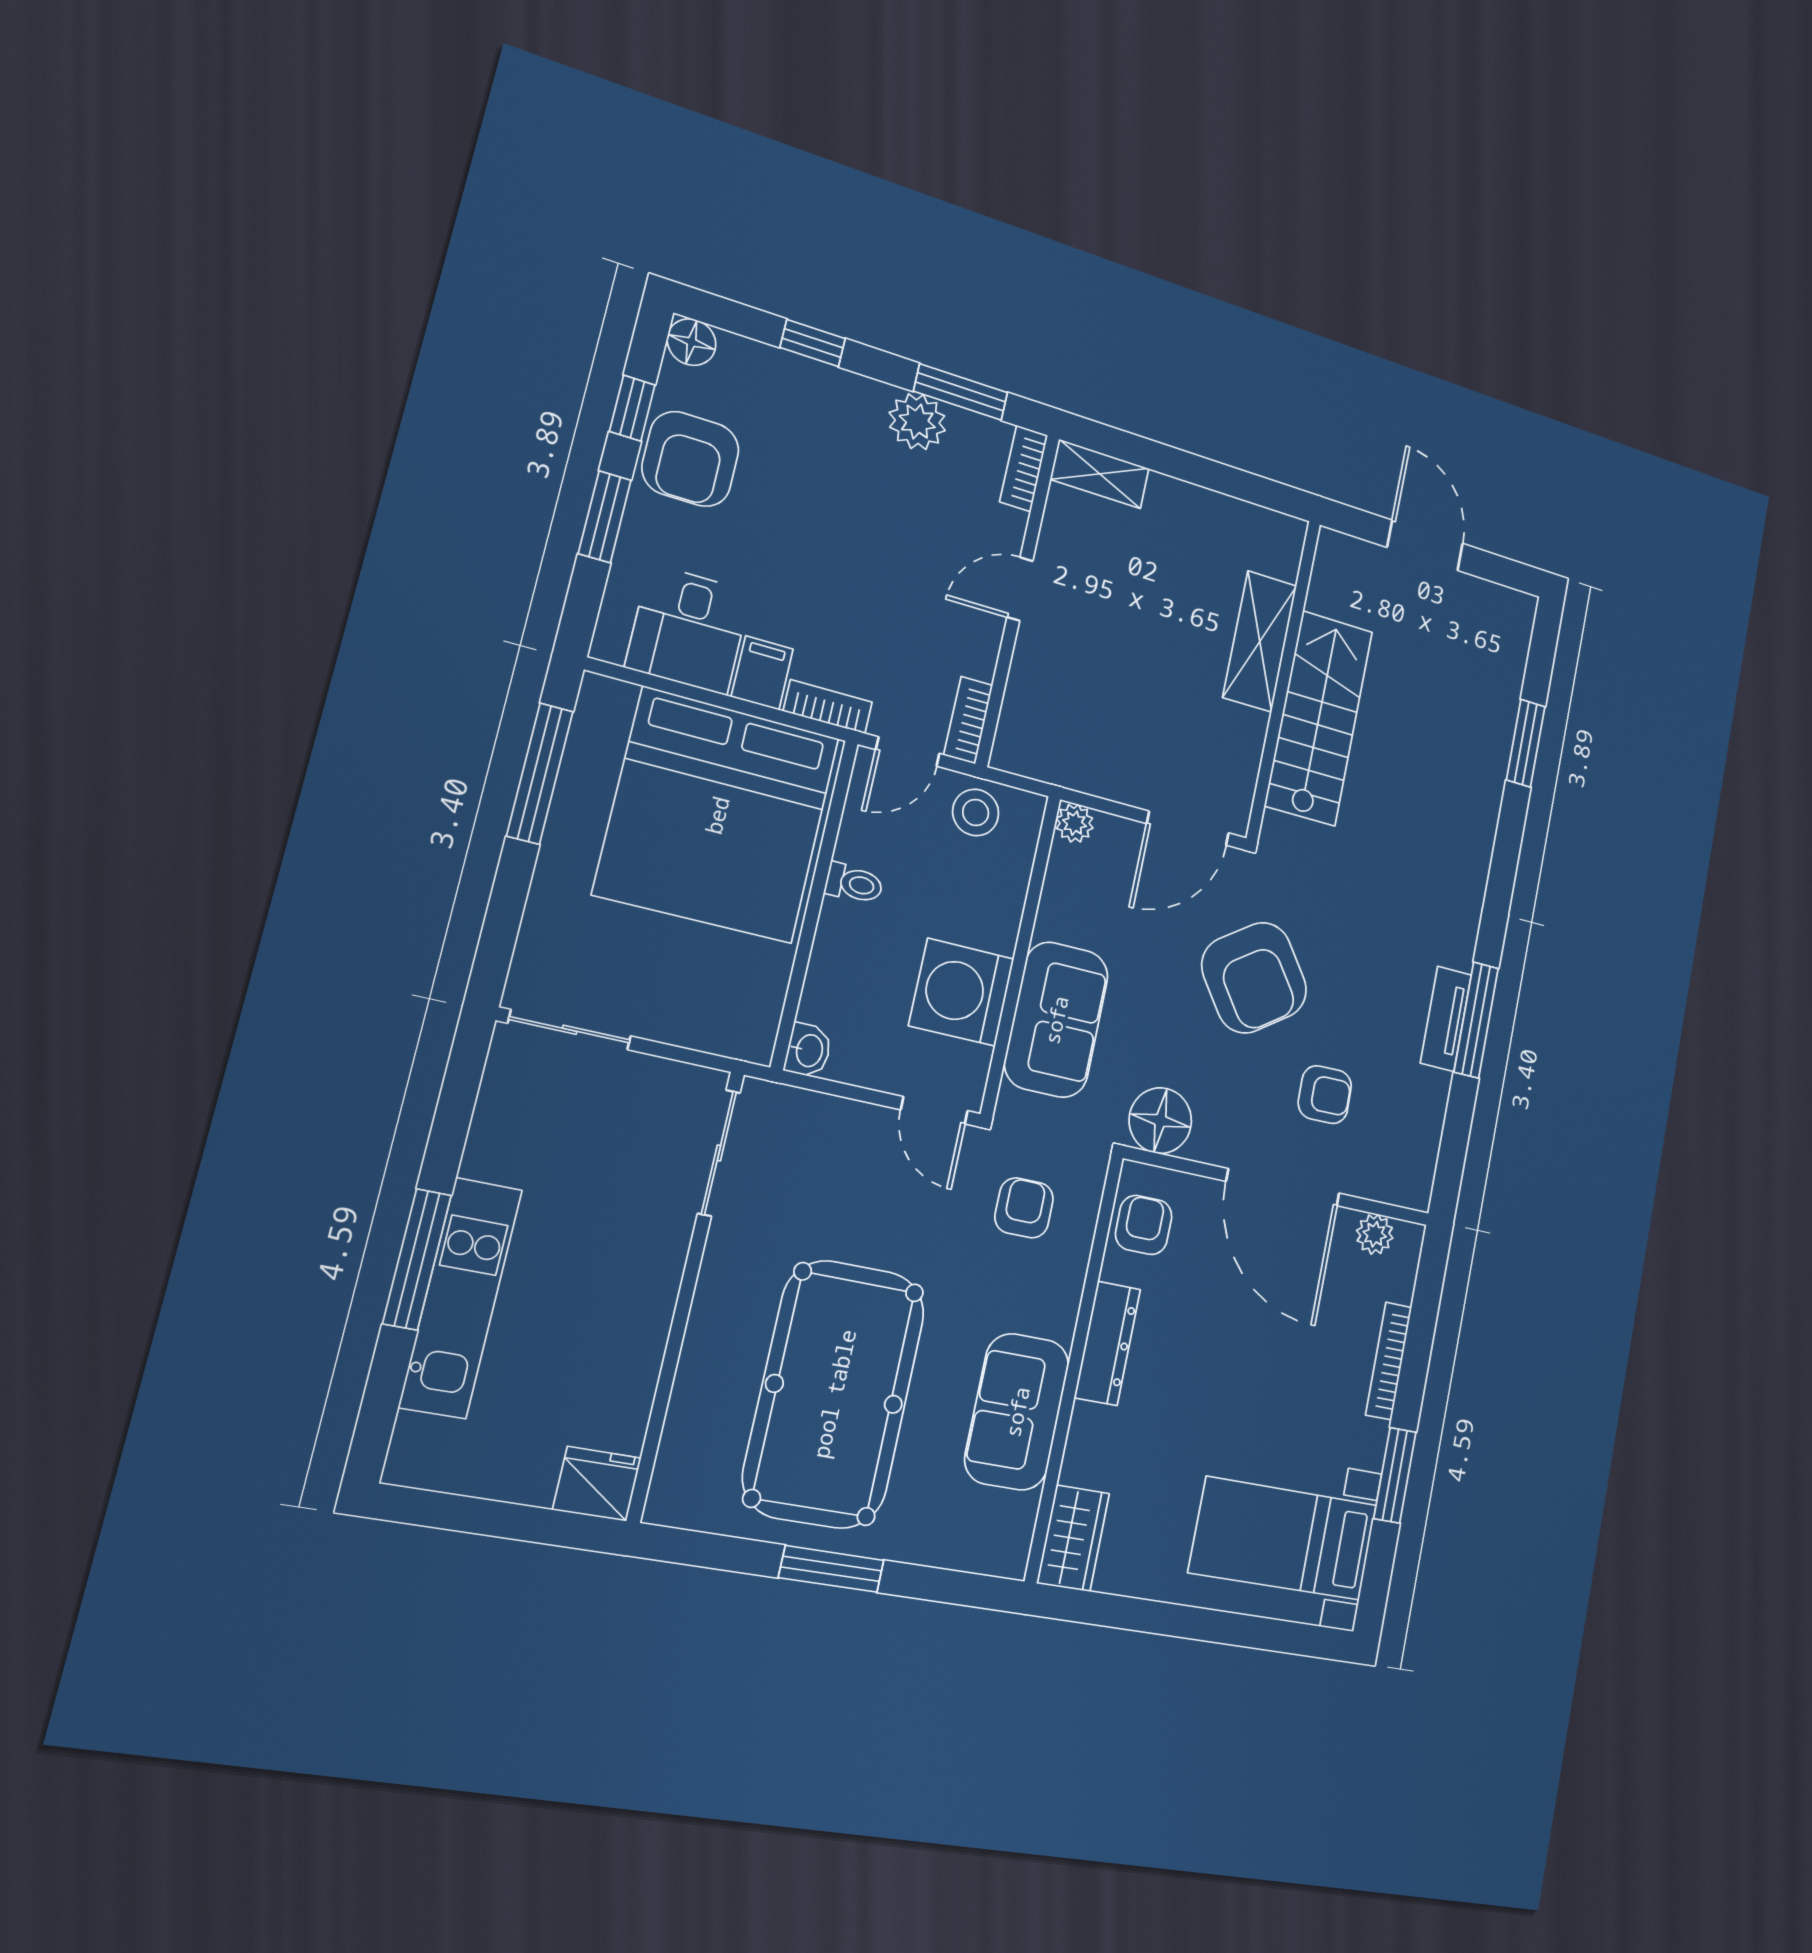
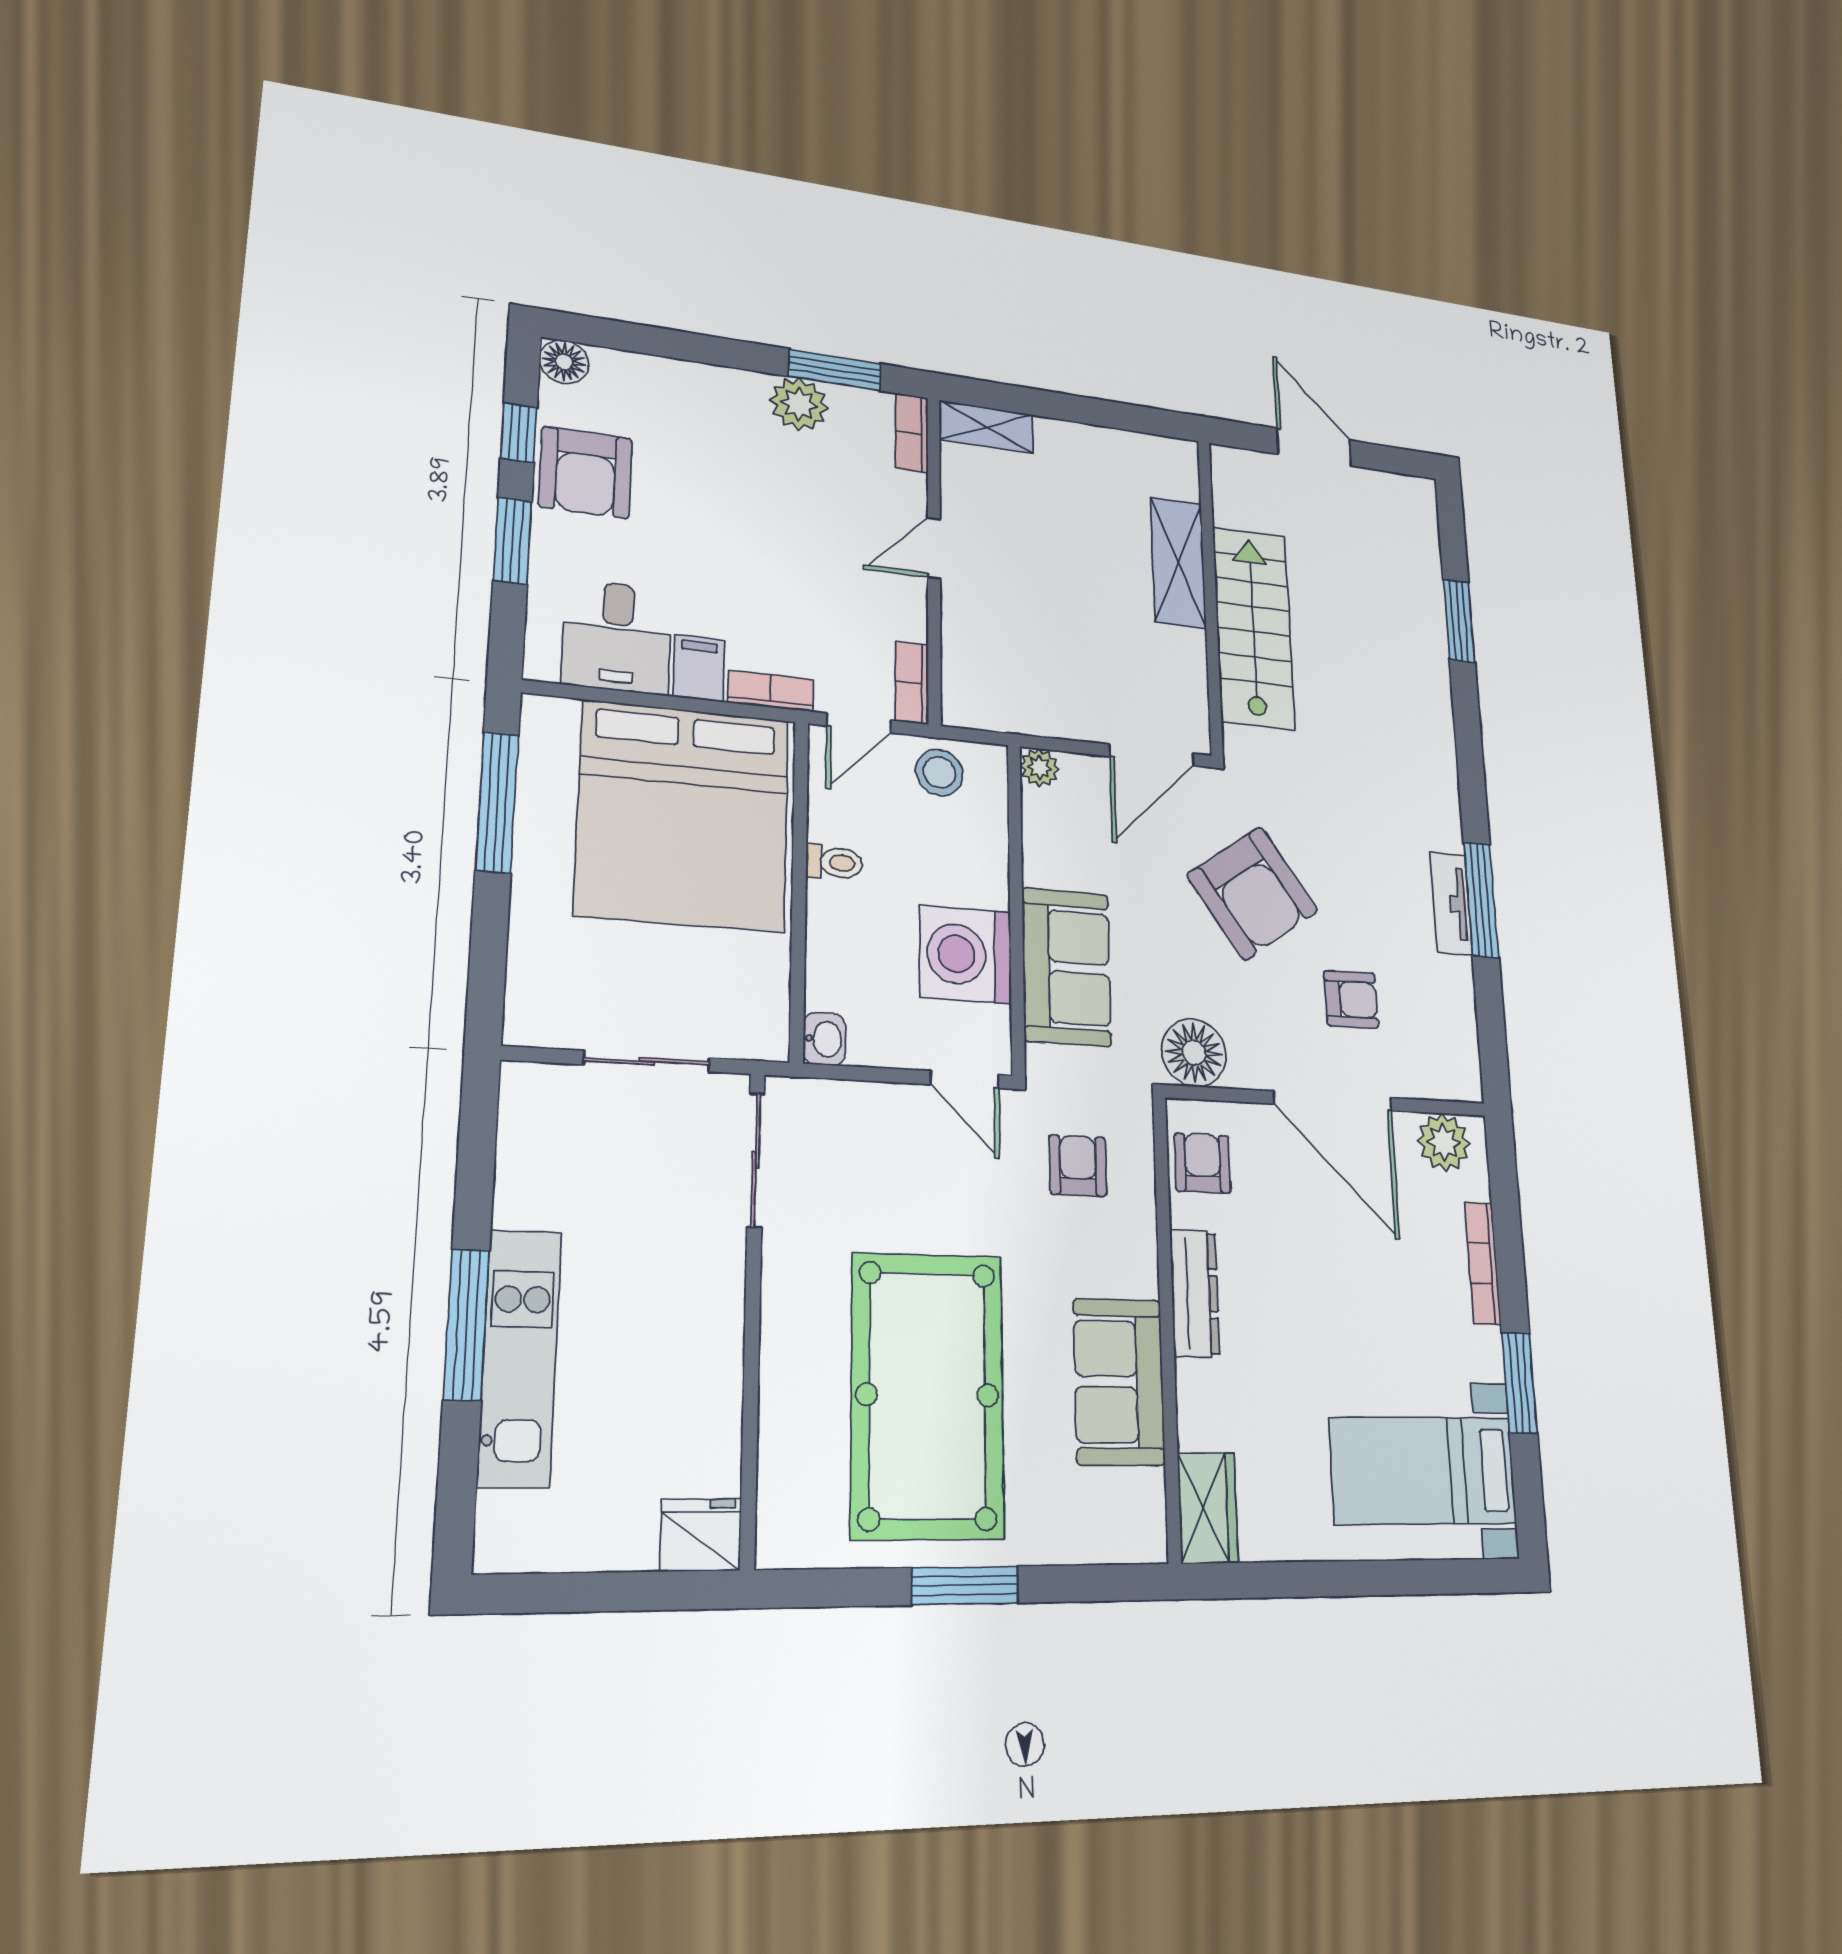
window: (813, 343) -> (682, 345), removed
sliding door: (570, 1030) -> (647, 1061), moved
plant: (1375, 1234) -> (1444, 1142), width x1.38, depth x1.38

